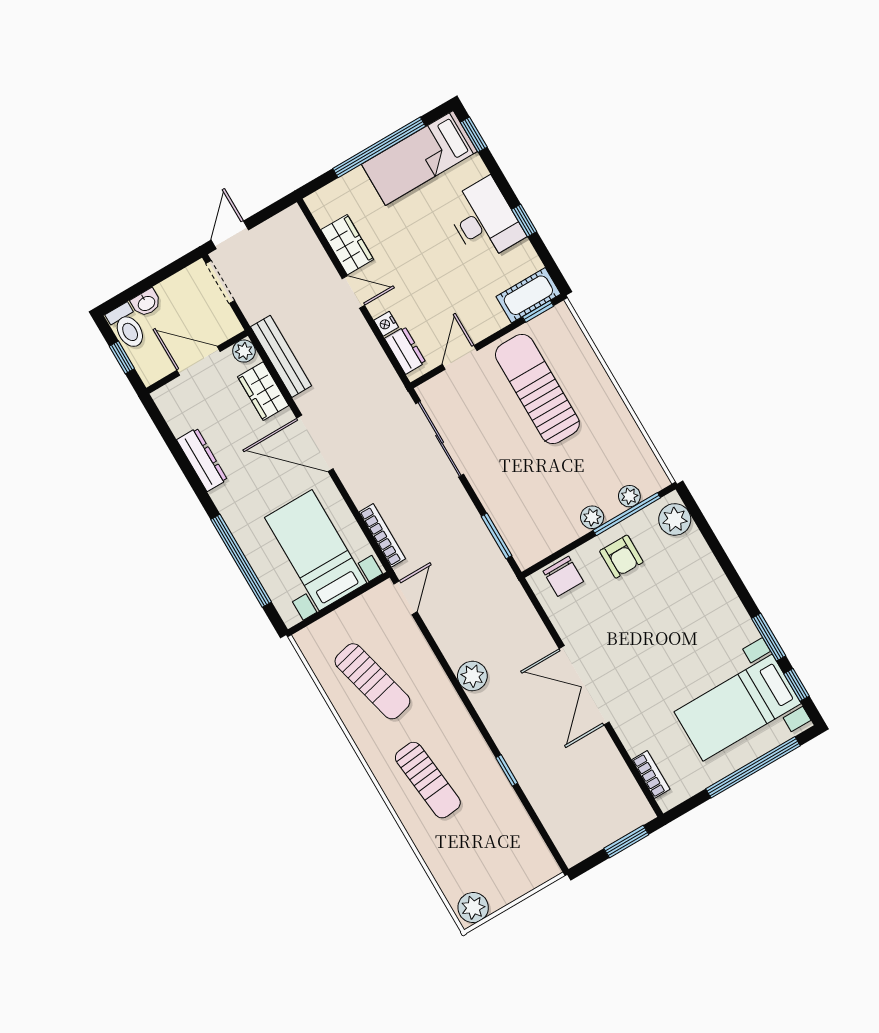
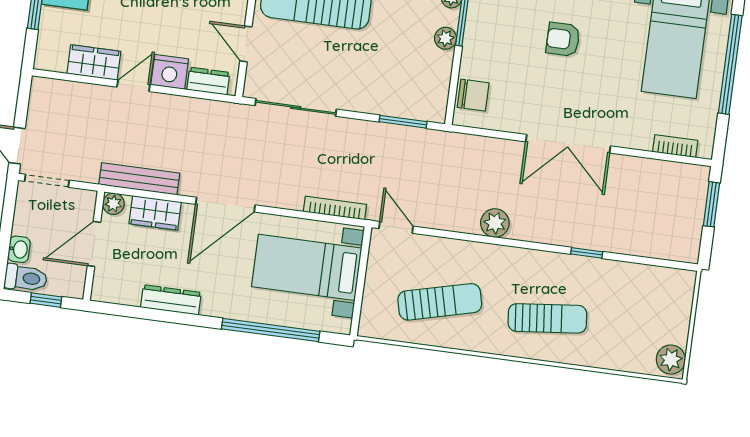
nightstand: (386, 324) -> (170, 72), width x1.89, depth x1.79
armchair: (621, 557) -> (563, 39), moved, turned 180

